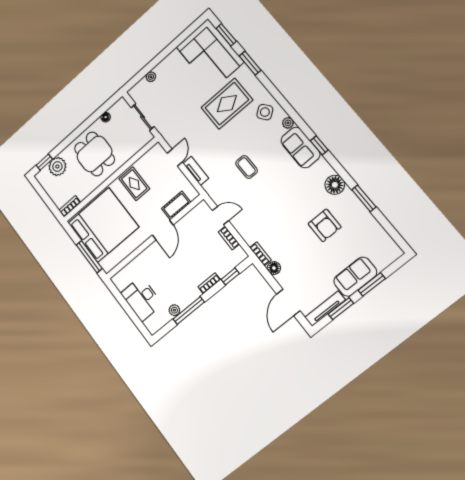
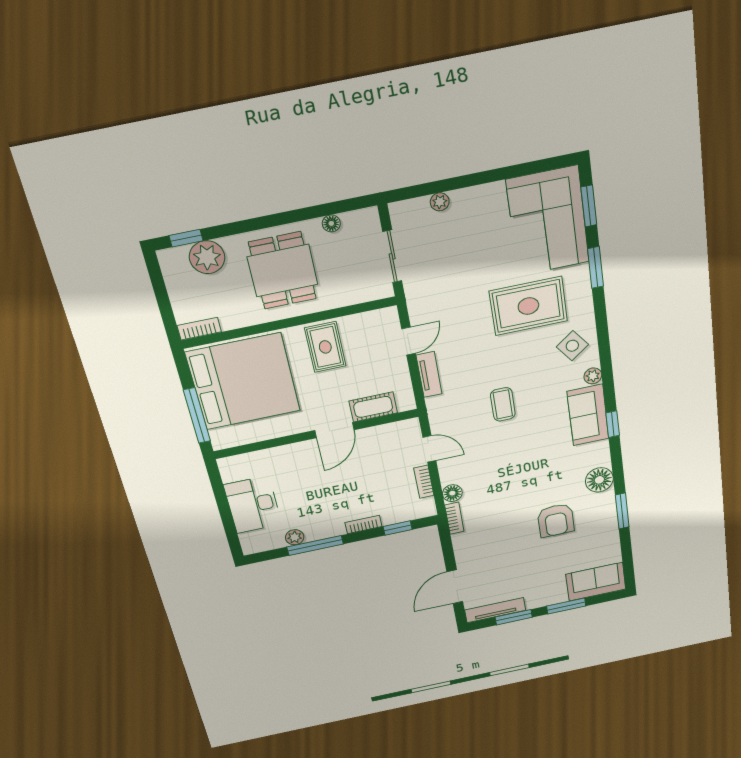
floor lamp: (274, 268) -> (452, 493), moved
sofa: (355, 277) -> (596, 582), moved

